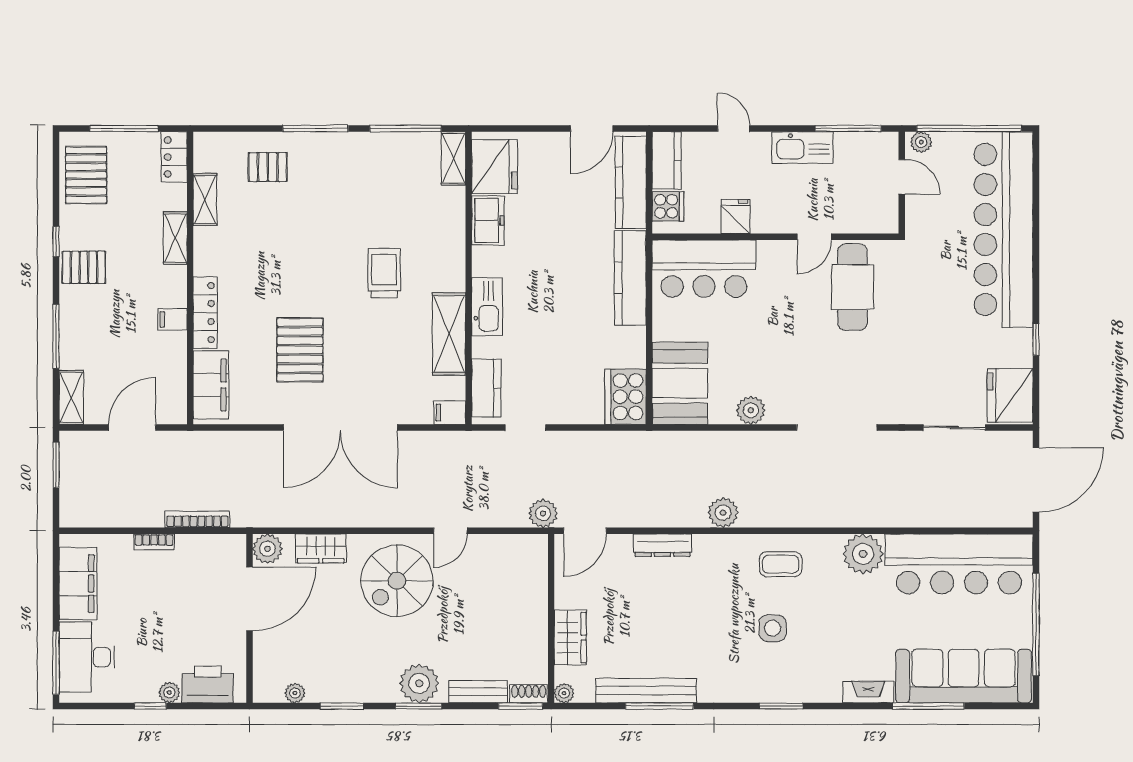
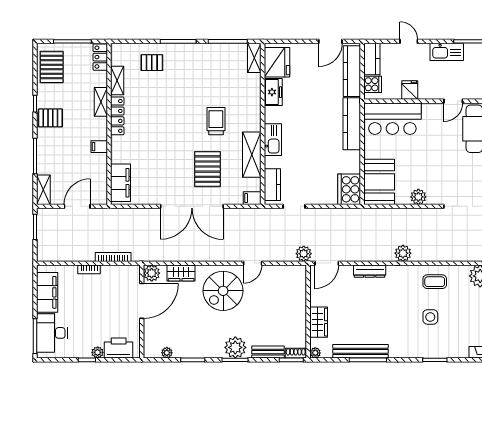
locker: (205, 313) -> (117, 116), moved
pallet: (300, 350) -> (207, 169), moved

